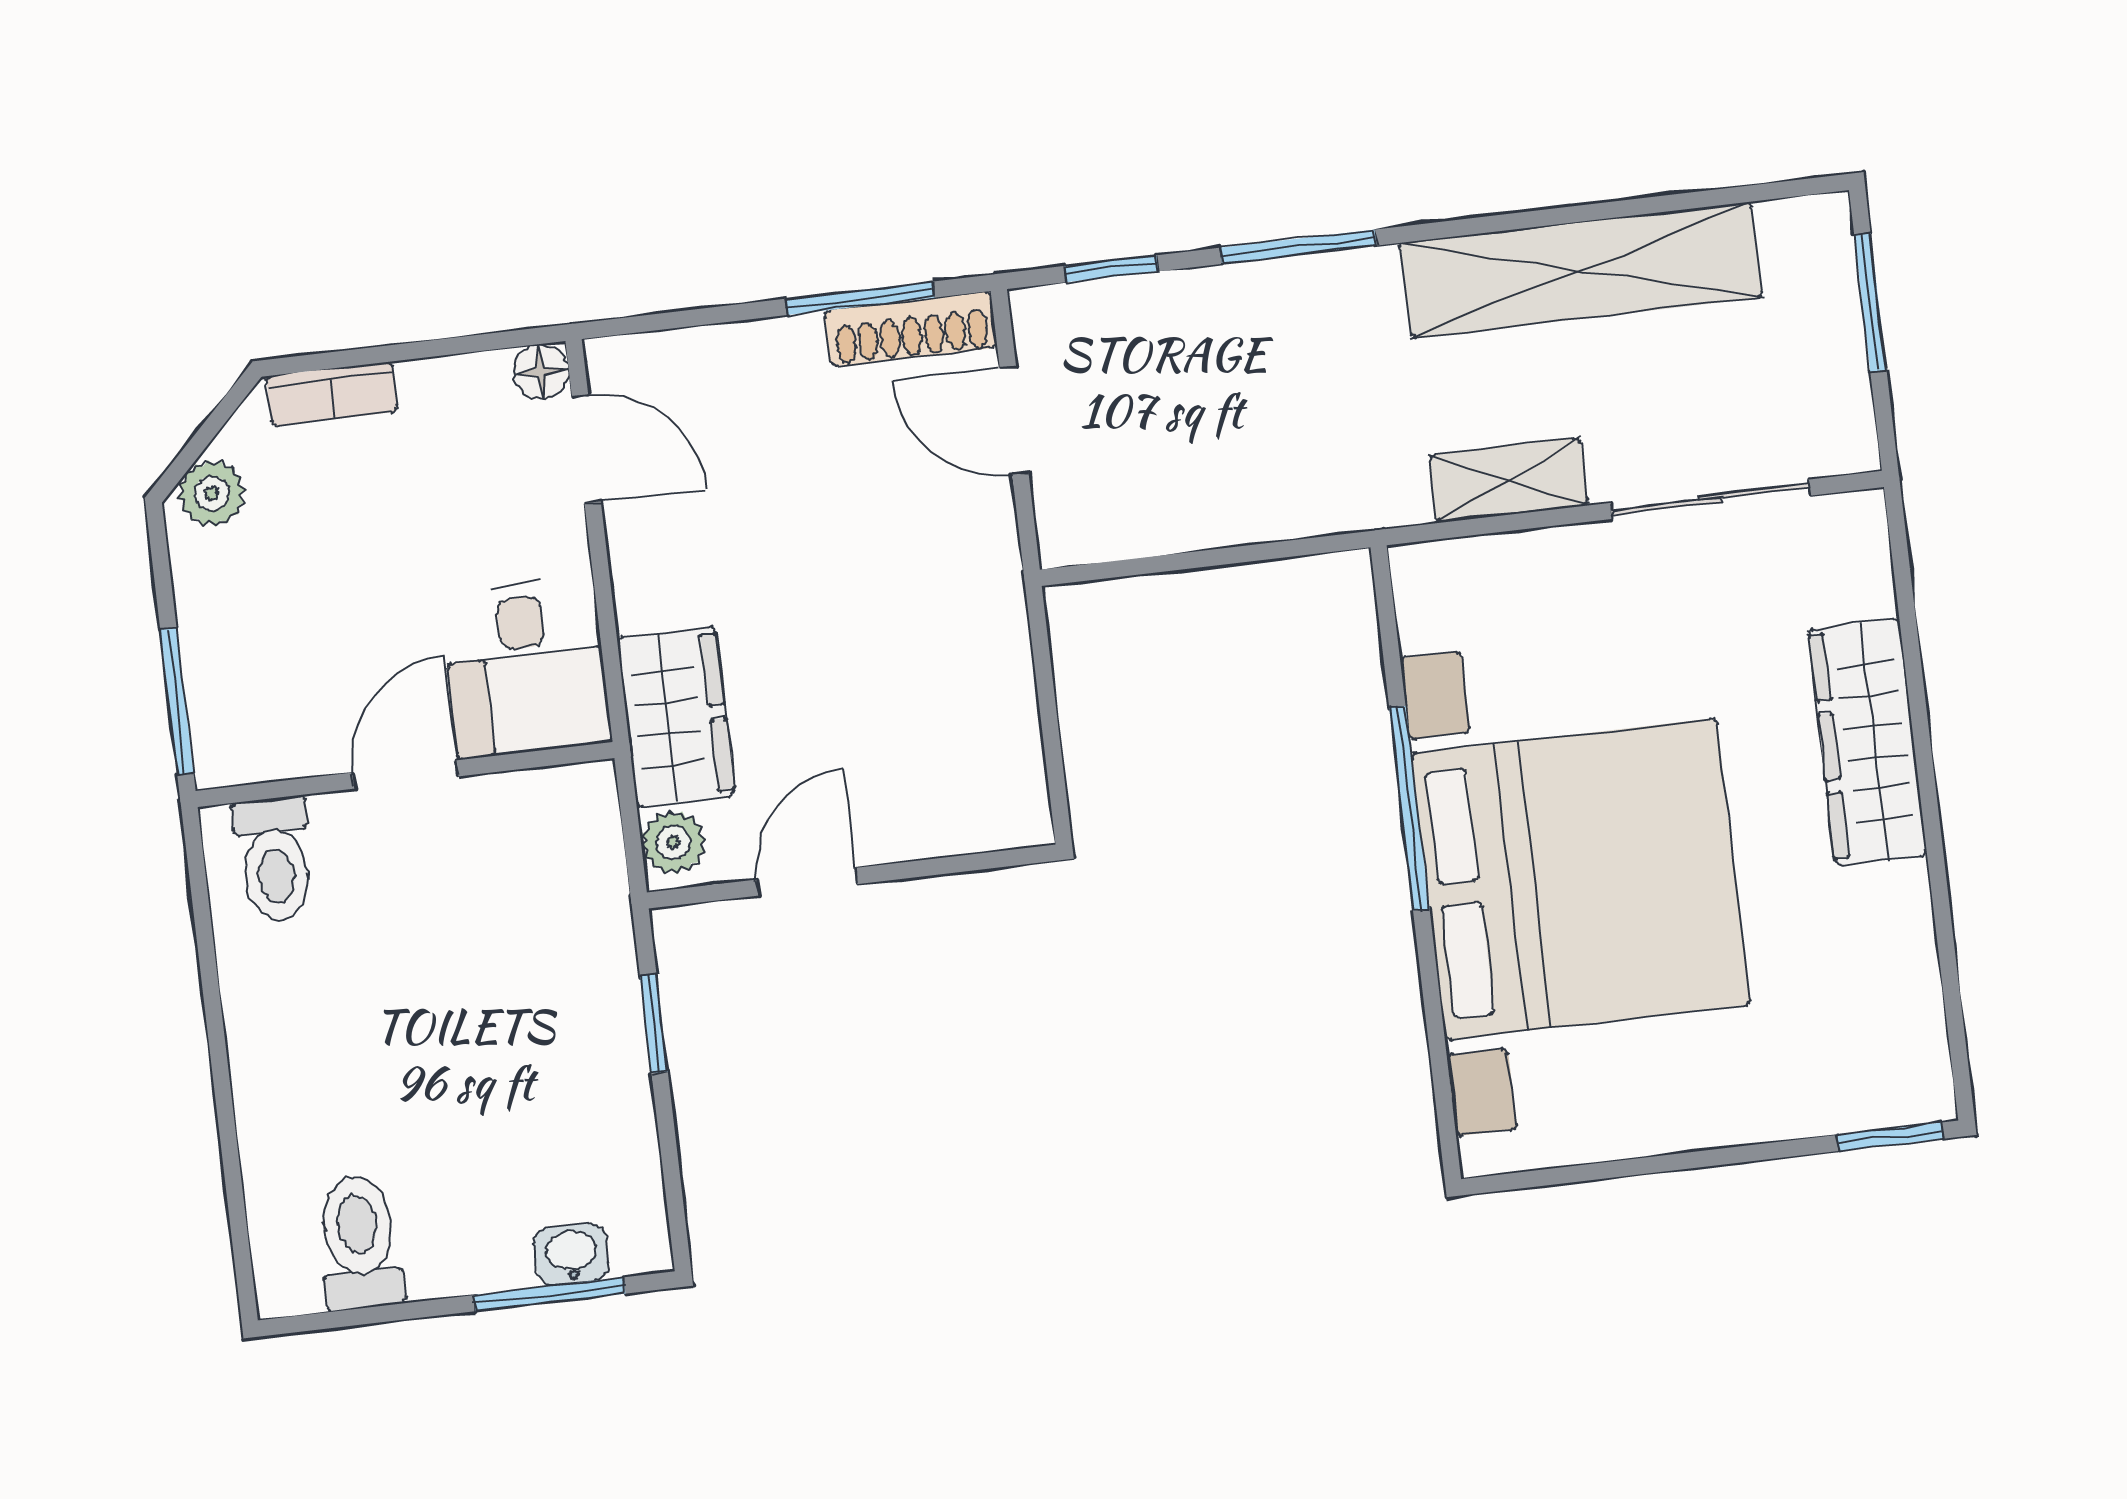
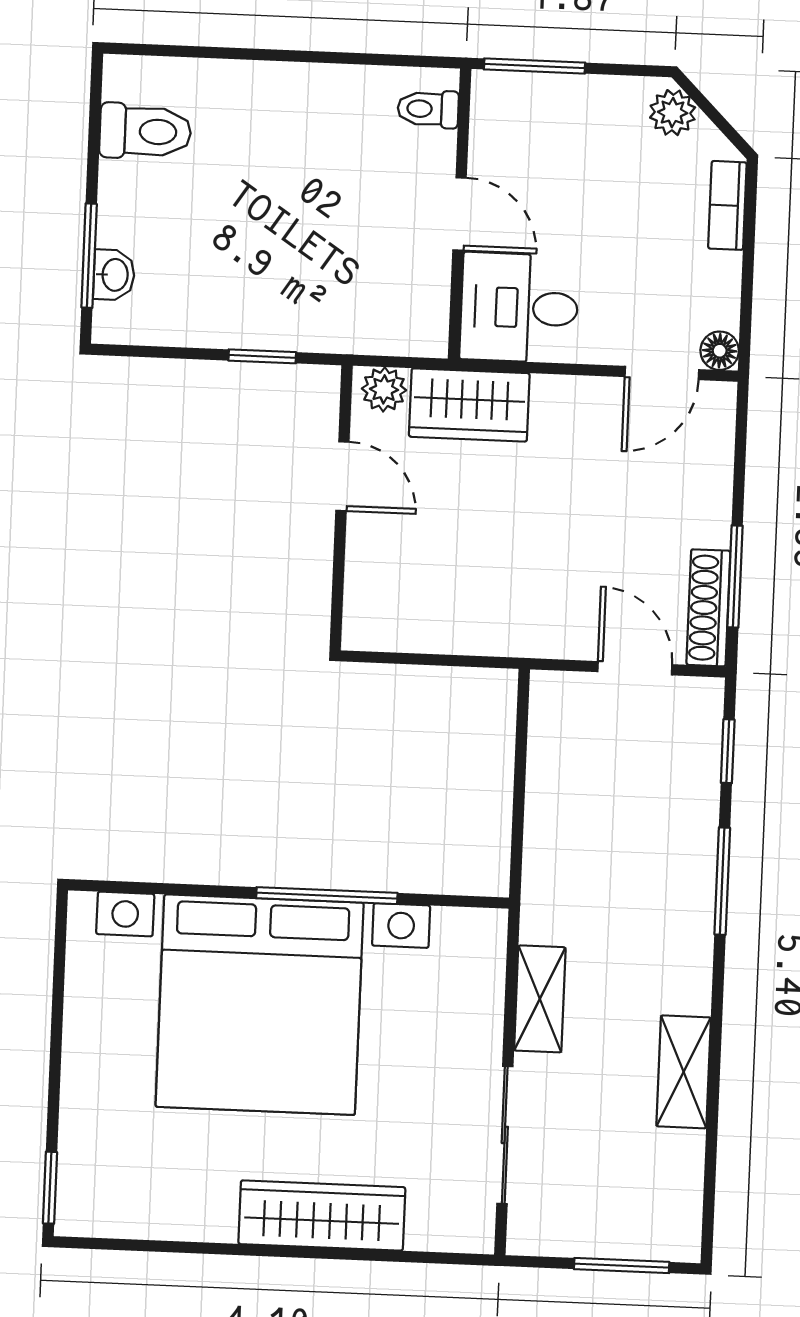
shelving: (1581, 270) -> (684, 1072), width x0.45, depth x0.75
door: (1014, 420) -> (635, 668), hinge flipped
toilet: (275, 859) -> (428, 109), width x0.73, depth x0.72

